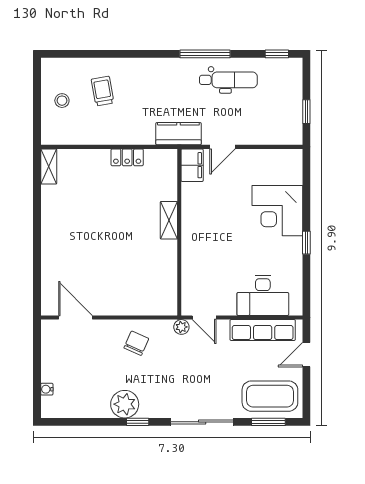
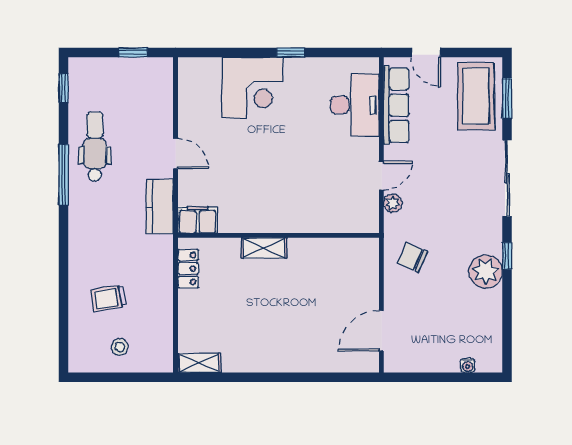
filing cabinet: (192, 165) -> (198, 220), moved
shelving: (169, 220) -> (264, 248), moved
wall: (179, 232) -> (278, 235), moved

